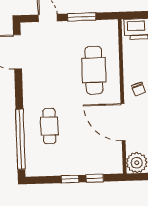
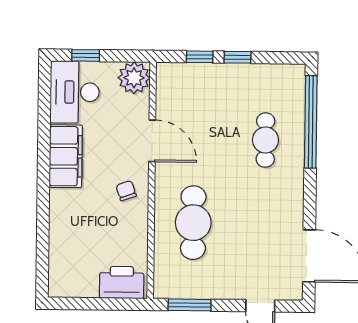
window: (82, 17) -> (190, 305), moved
door: (123, 122) -> (152, 141), width x0.73

